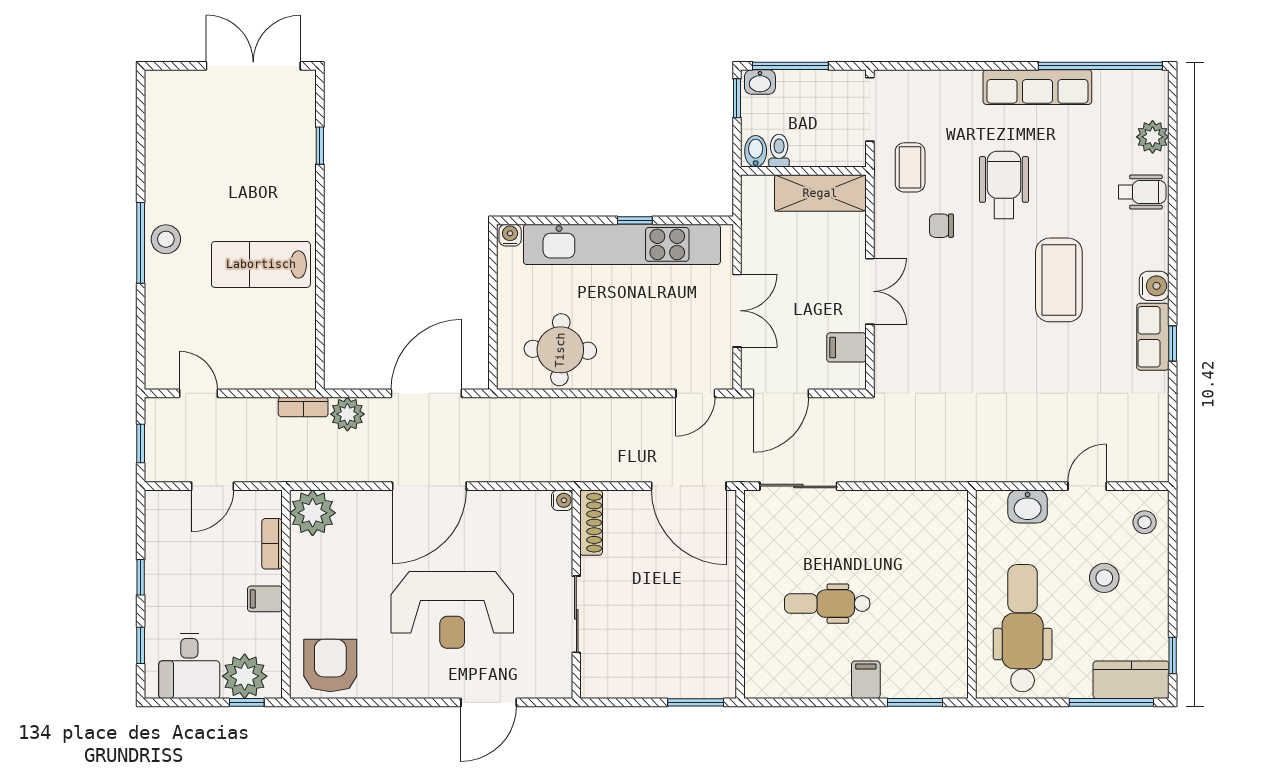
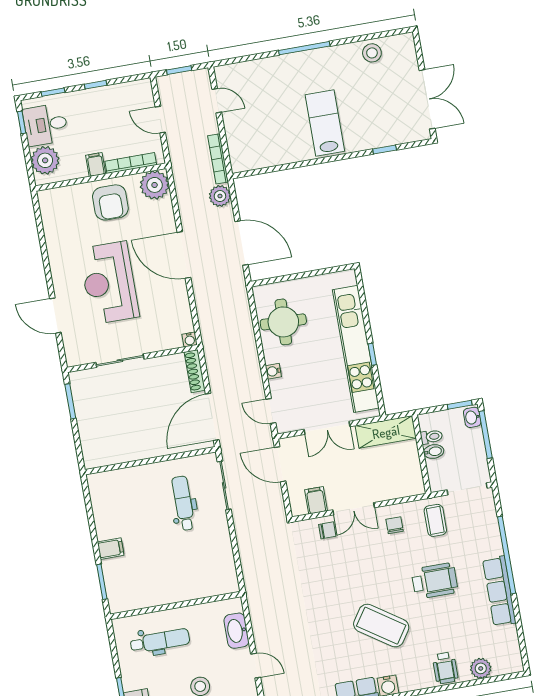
window: (1100, 66) -> (507, 555), moved
bidet: (756, 151) -> (434, 451), moved
coffee table: (910, 167) -> (435, 520), turned 90
shelving: (820, 193) -> (386, 432), moved, turned 90
chair: (941, 226) -> (395, 525), moved
water cooler: (510, 235) -> (273, 371), moved, turned 180
stool: (166, 239) -> (372, 53), moved
lab bench: (261, 264) -> (325, 123), moved
coffee table: (1059, 280) -> (381, 626), turned 34
chair: (896, 338) -> (327, 530), added
door: (198, 393) -> (217, 101), hinge flipped
bookcase: (303, 407) -> (218, 159), width x1.56
washbasin: (1028, 506) -> (236, 631), width x1.38
shoe rack: (591, 523) -> (195, 371), moved, turned 90
bookcase: (272, 544) -> (131, 163), width x1.56
dental chair: (827, 604) -> (183, 503), moved
dental chair: (1023, 628) -> (160, 641), width x0.73, depth x0.72
armchair: (330, 665) -> (110, 202), moved, turned 90
window: (247, 702) -> (22, 122), moved
window: (696, 702) -> (70, 401), moved

